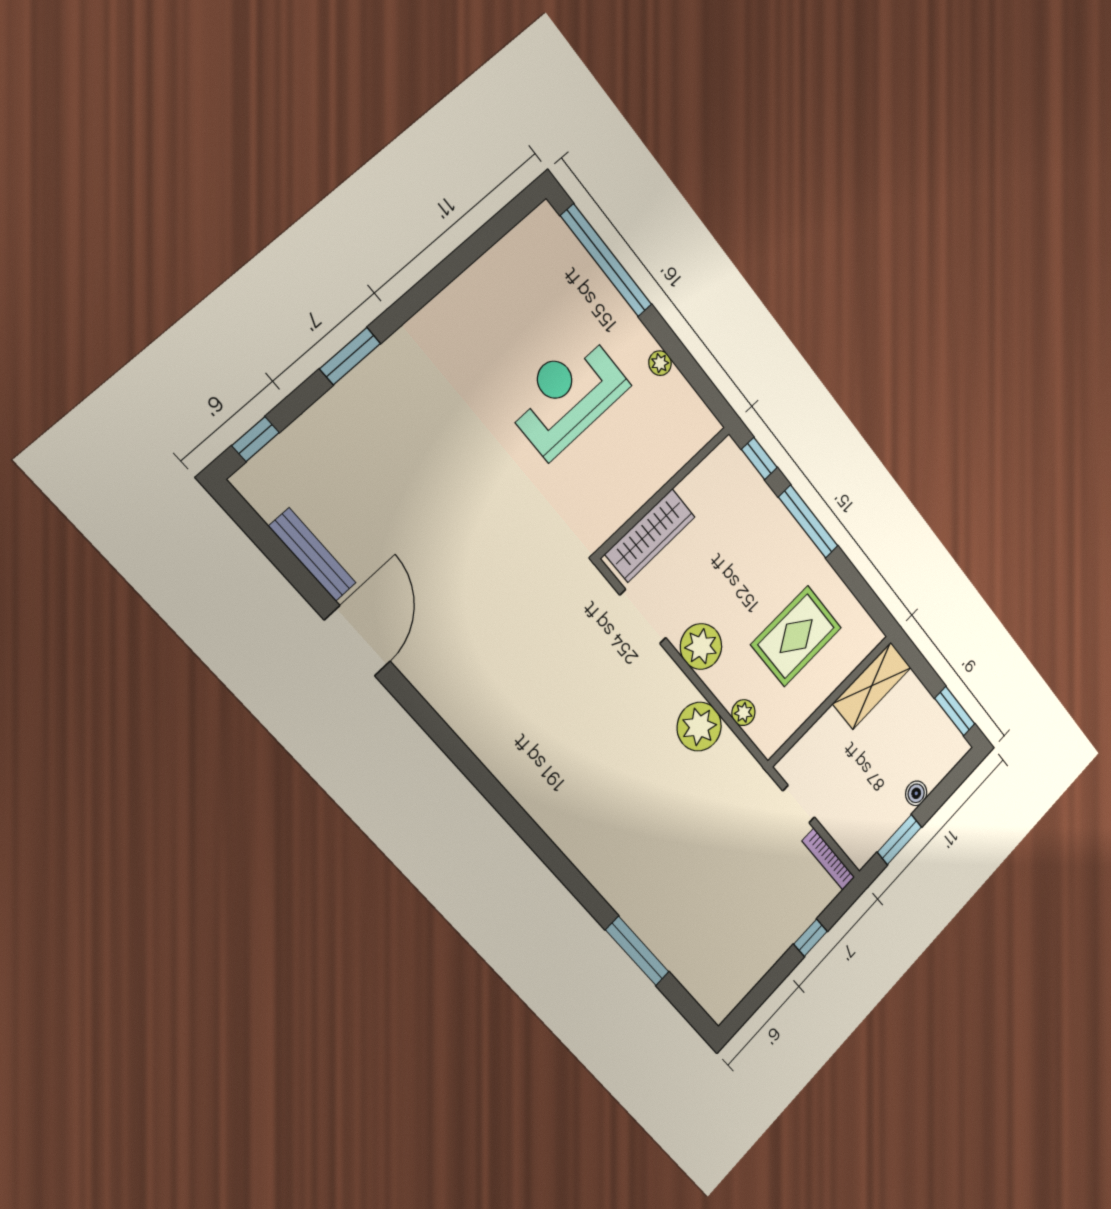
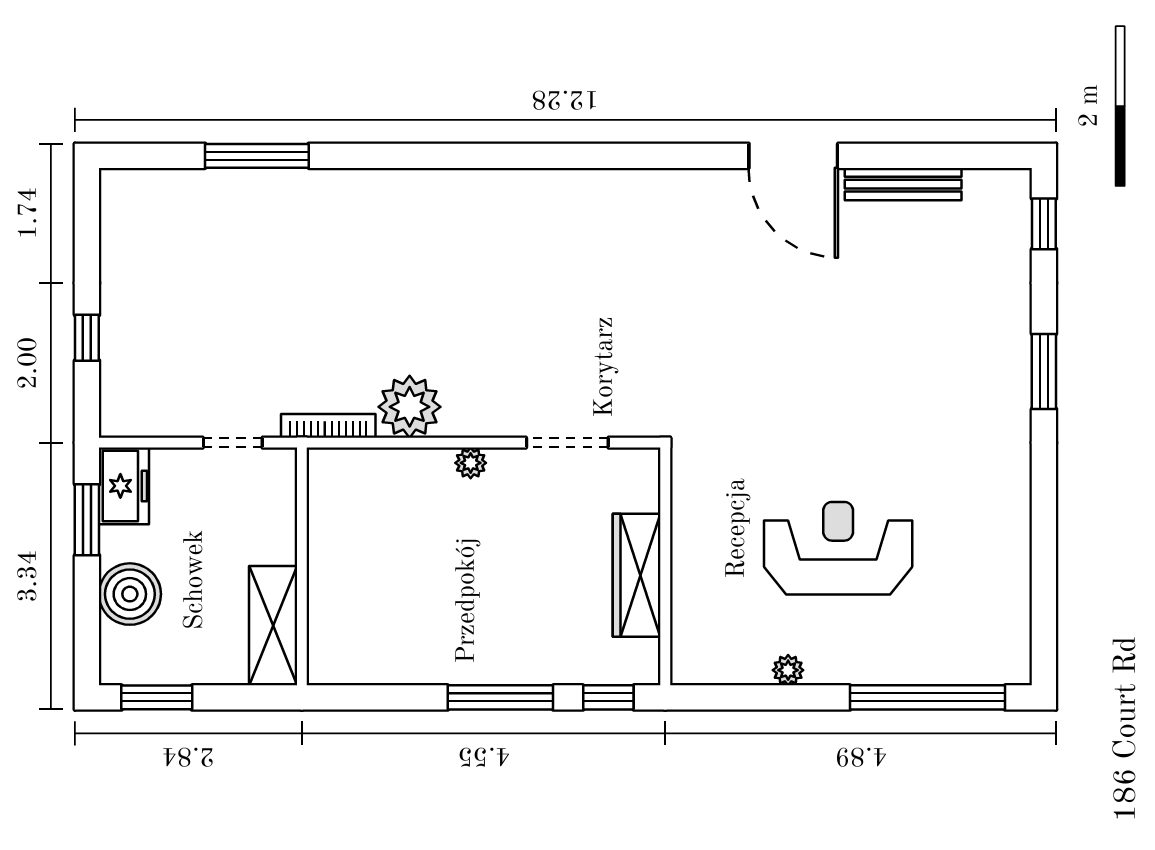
reception desk: (567, 395) -> (838, 548), turned -90
wardrobe: (650, 535) -> (637, 575), moved
rug: (796, 636) -> (401, 586), removed
plant: (701, 646) -> (471, 463), width x0.53, depth x0.53
plant: (743, 713) -> (379, 464), removed
boiler: (916, 793) -> (130, 594), width x1.86, depth x1.86
freezer: (867, 838) -> (124, 486), added
bookcase: (828, 859) -> (328, 426), moved

